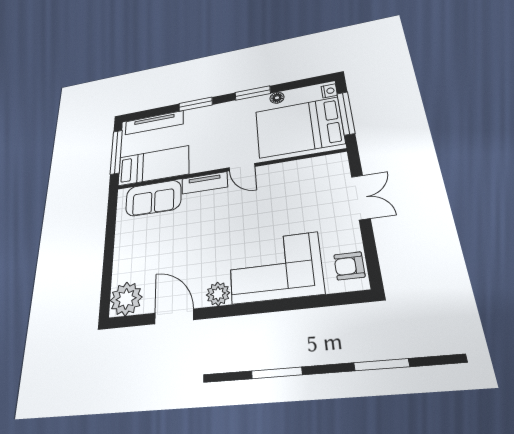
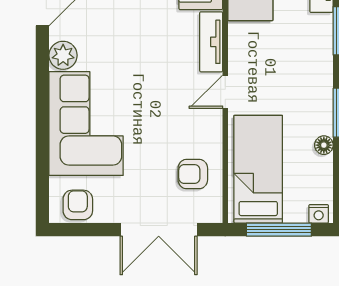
bed: (299, 127) -> (258, 169), width x0.67
armchair: (309, 179) -> (193, 174), added
double door: (361, 197) -> (159, 230), width x1.37

